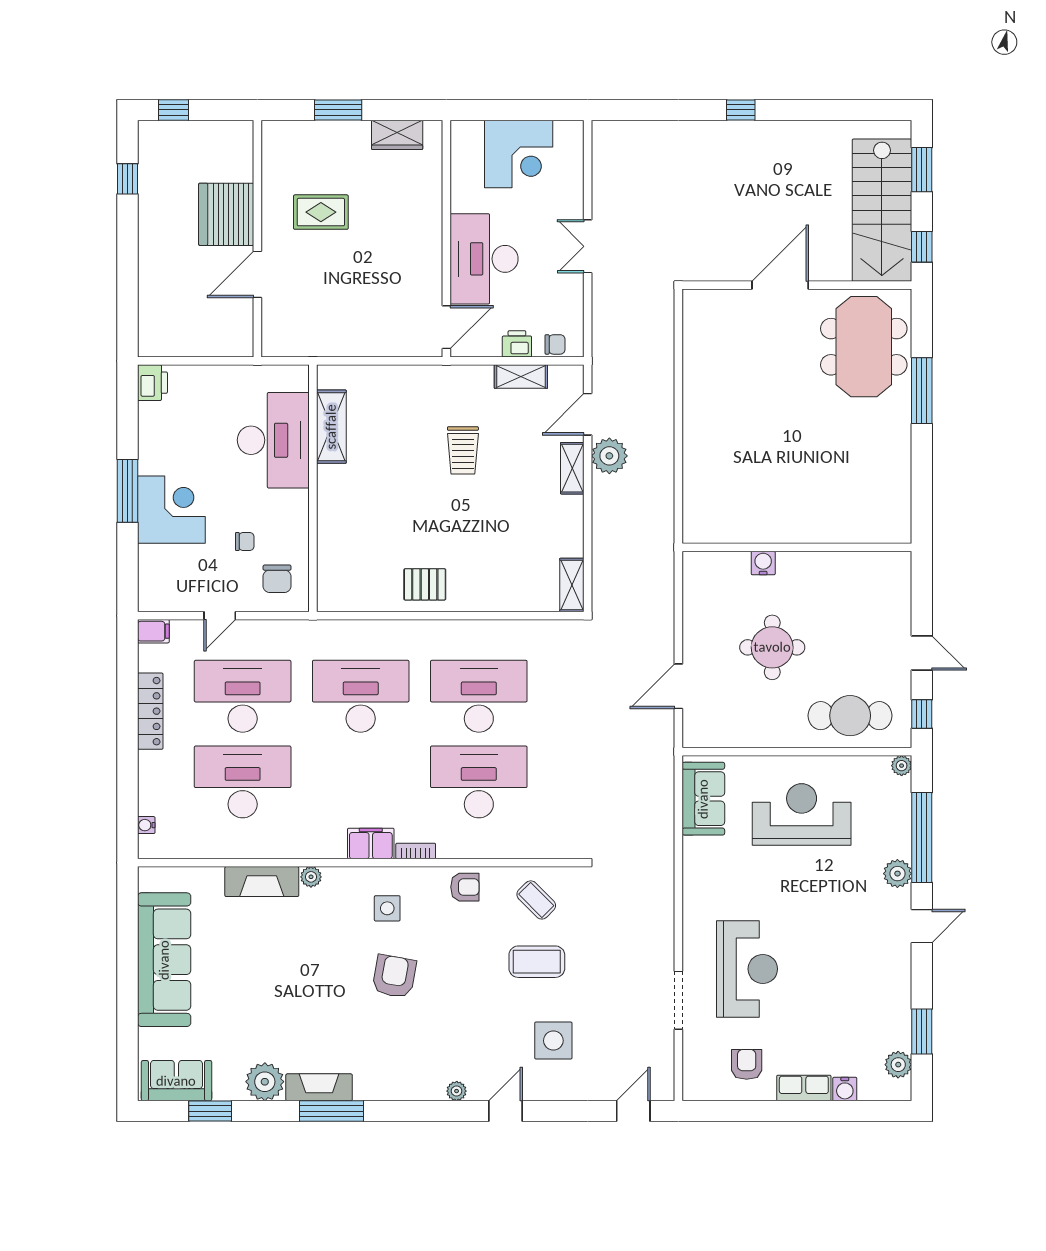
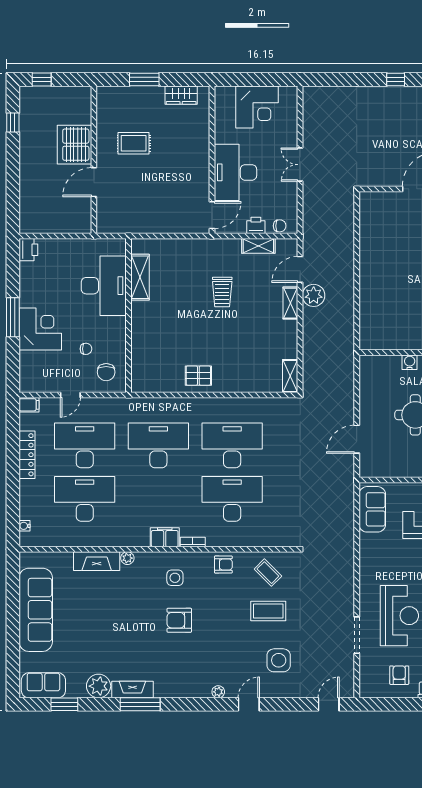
armchair: (394, 976) -> (179, 620), turned -100

